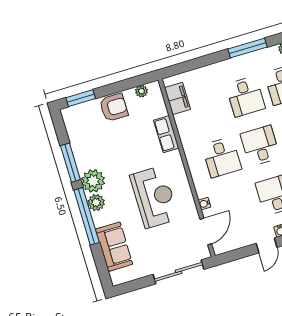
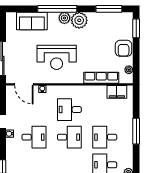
window: (248, 48) -> (136, 131), moved
row of seats: (166, 134) -> (101, 78), width x1.48
window: (70, 163) -> (109, 9), moved

